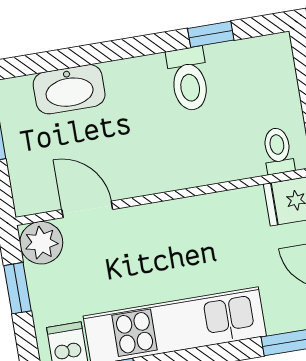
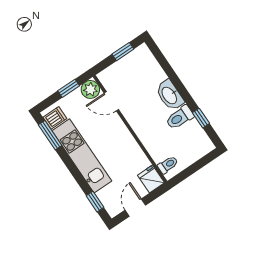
washbasin: (69, 89) -> (170, 95), moved
door: (87, 209) -> (111, 101), swing flipped

